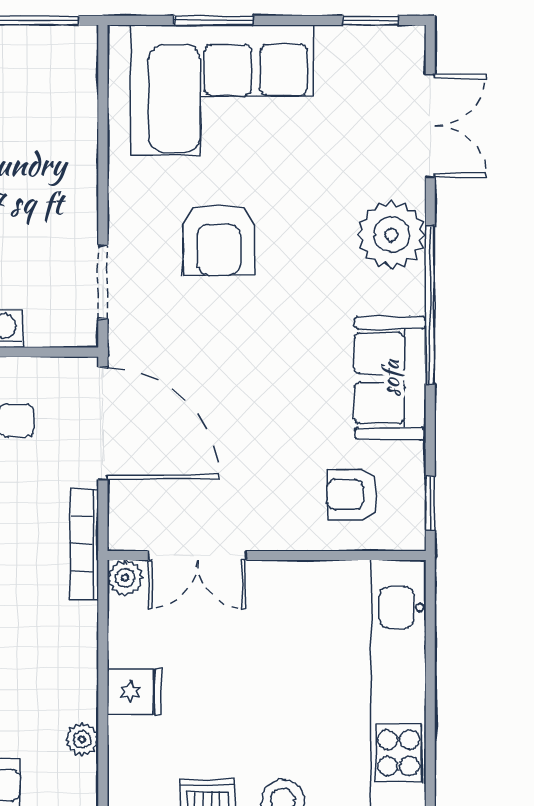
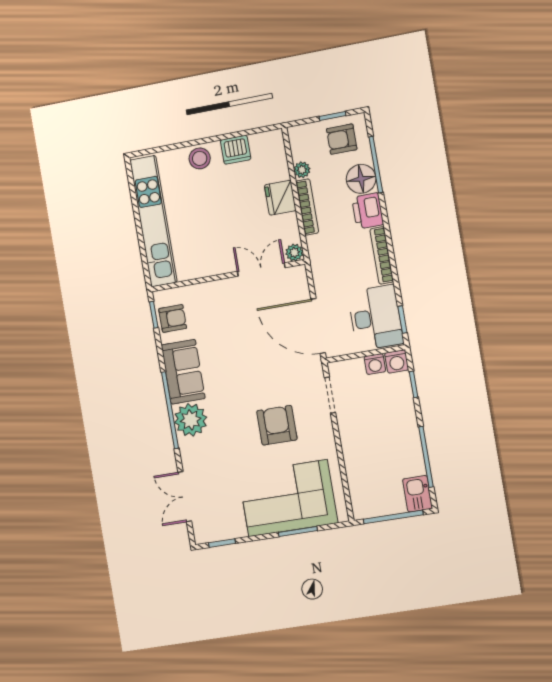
plant: (392, 235) -> (191, 420), moved
armchair: (352, 495) -> (173, 318), moved
bookcase: (84, 544) -> (307, 207), moved
fridge: (135, 692) -> (280, 198), width x1.38

